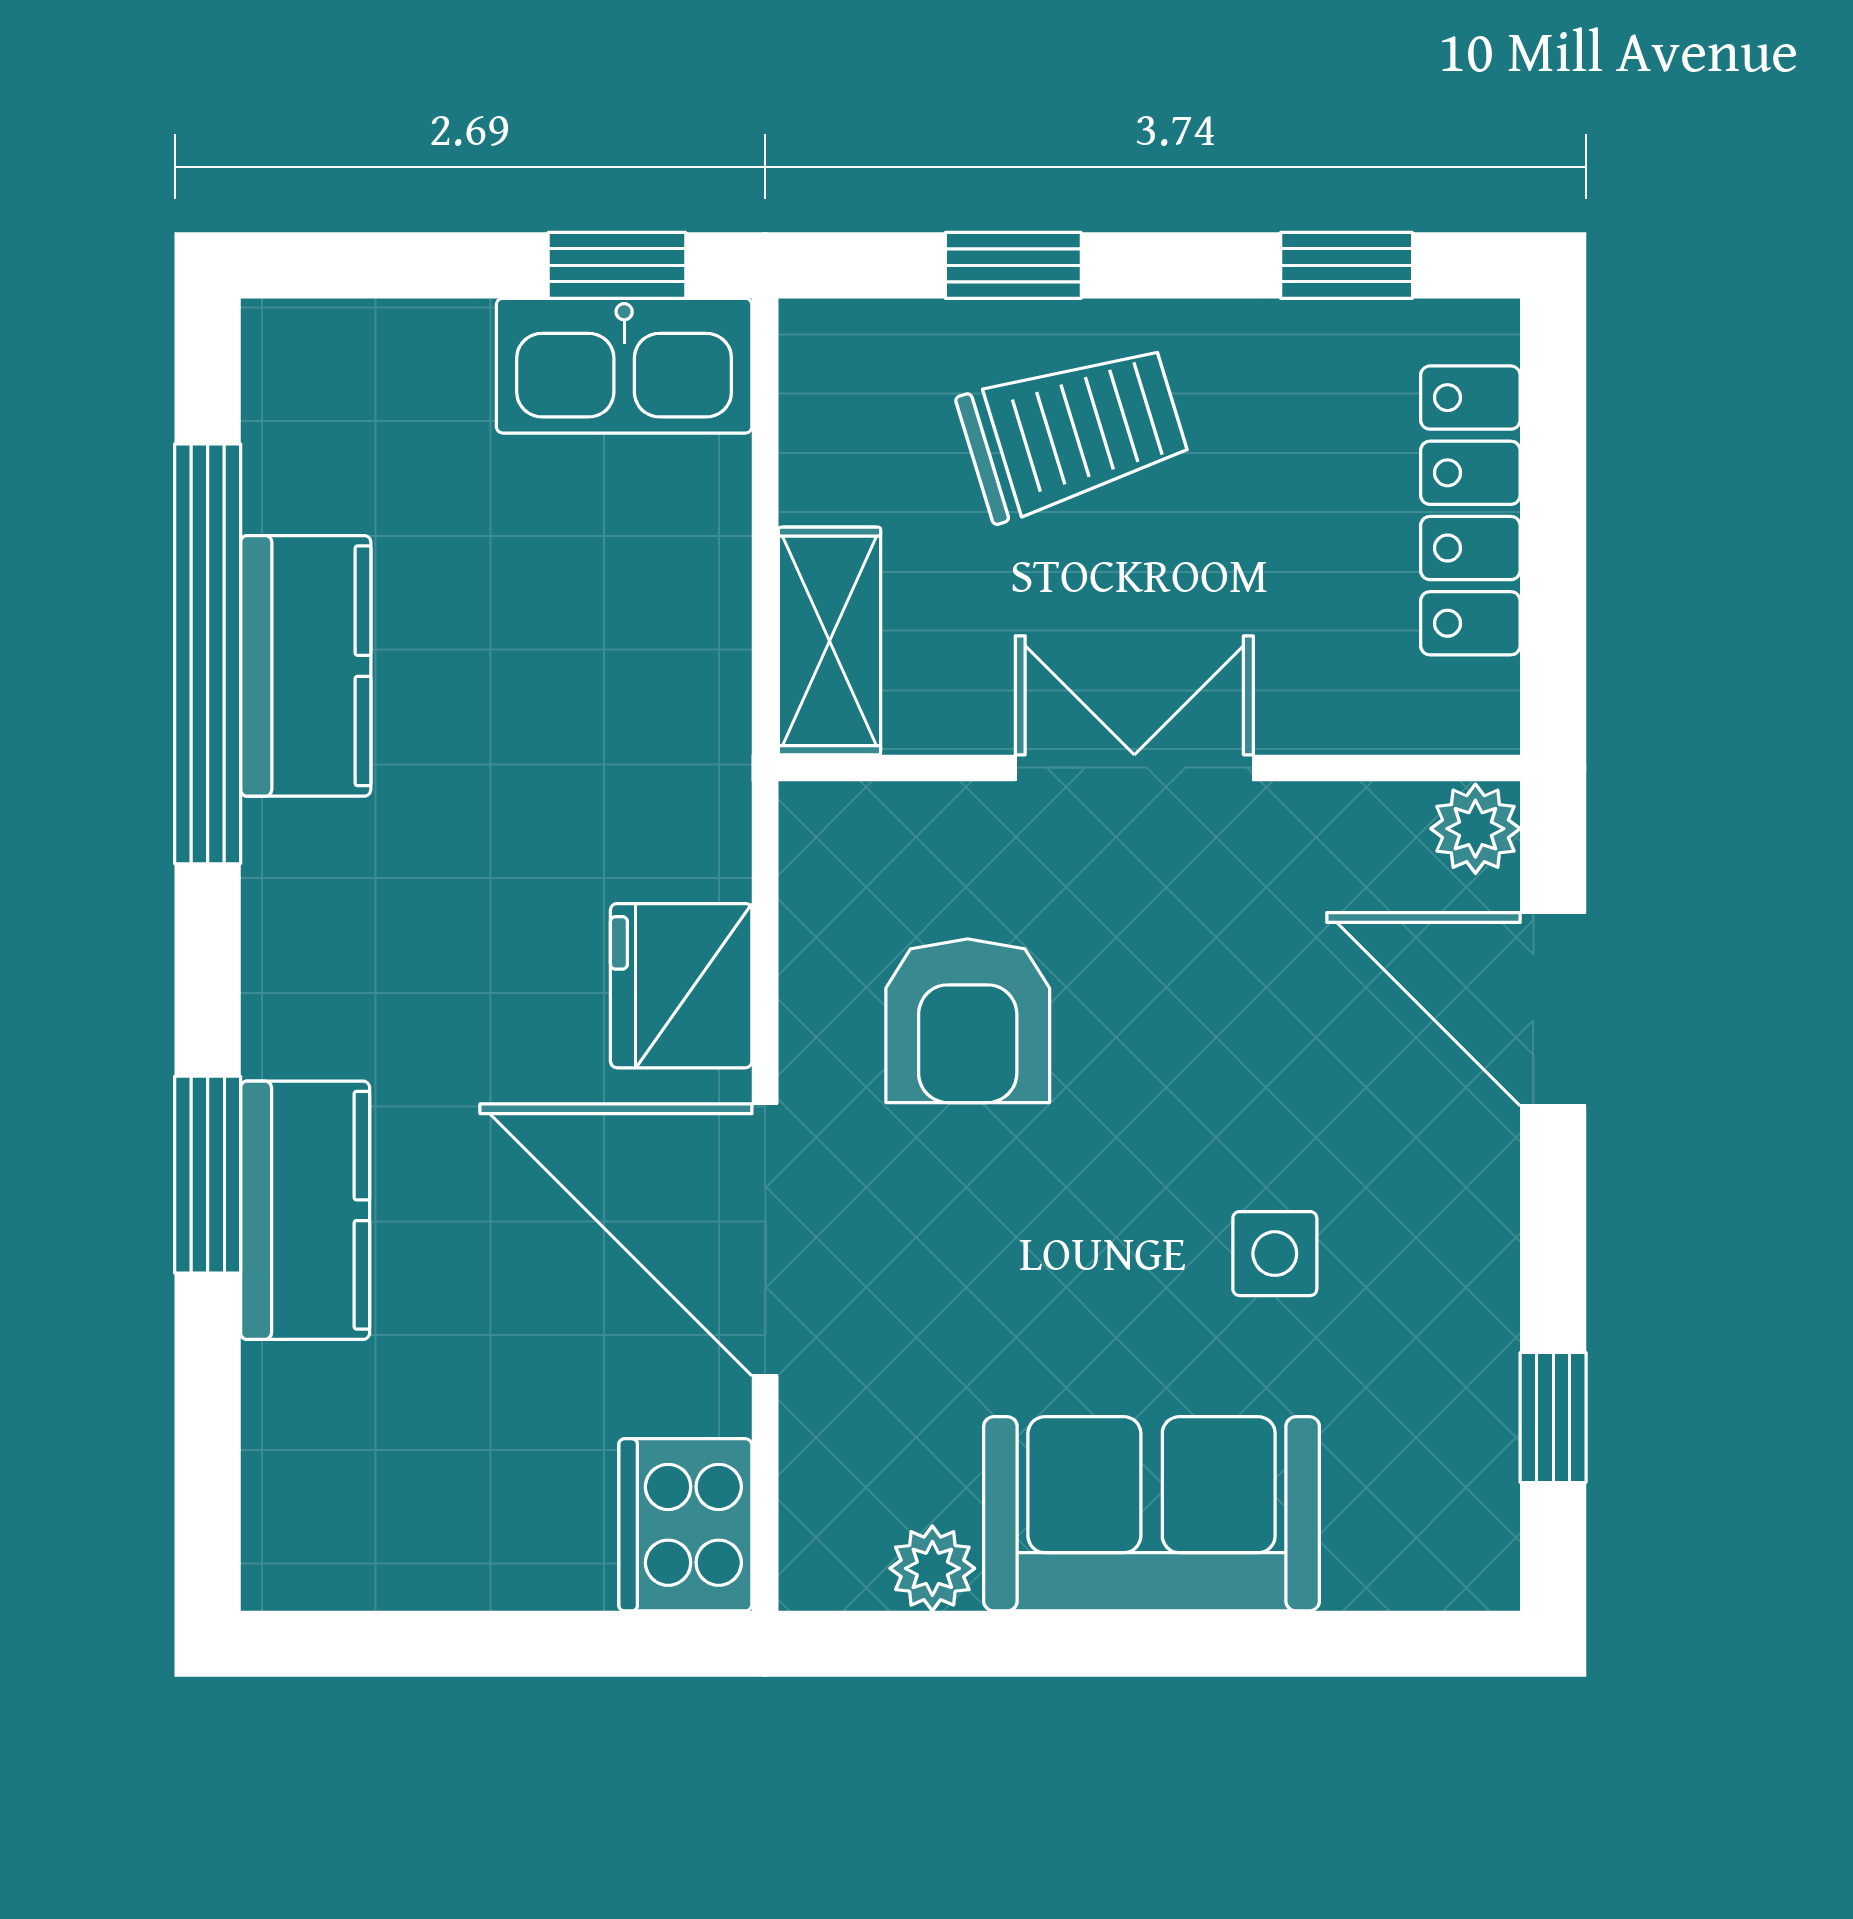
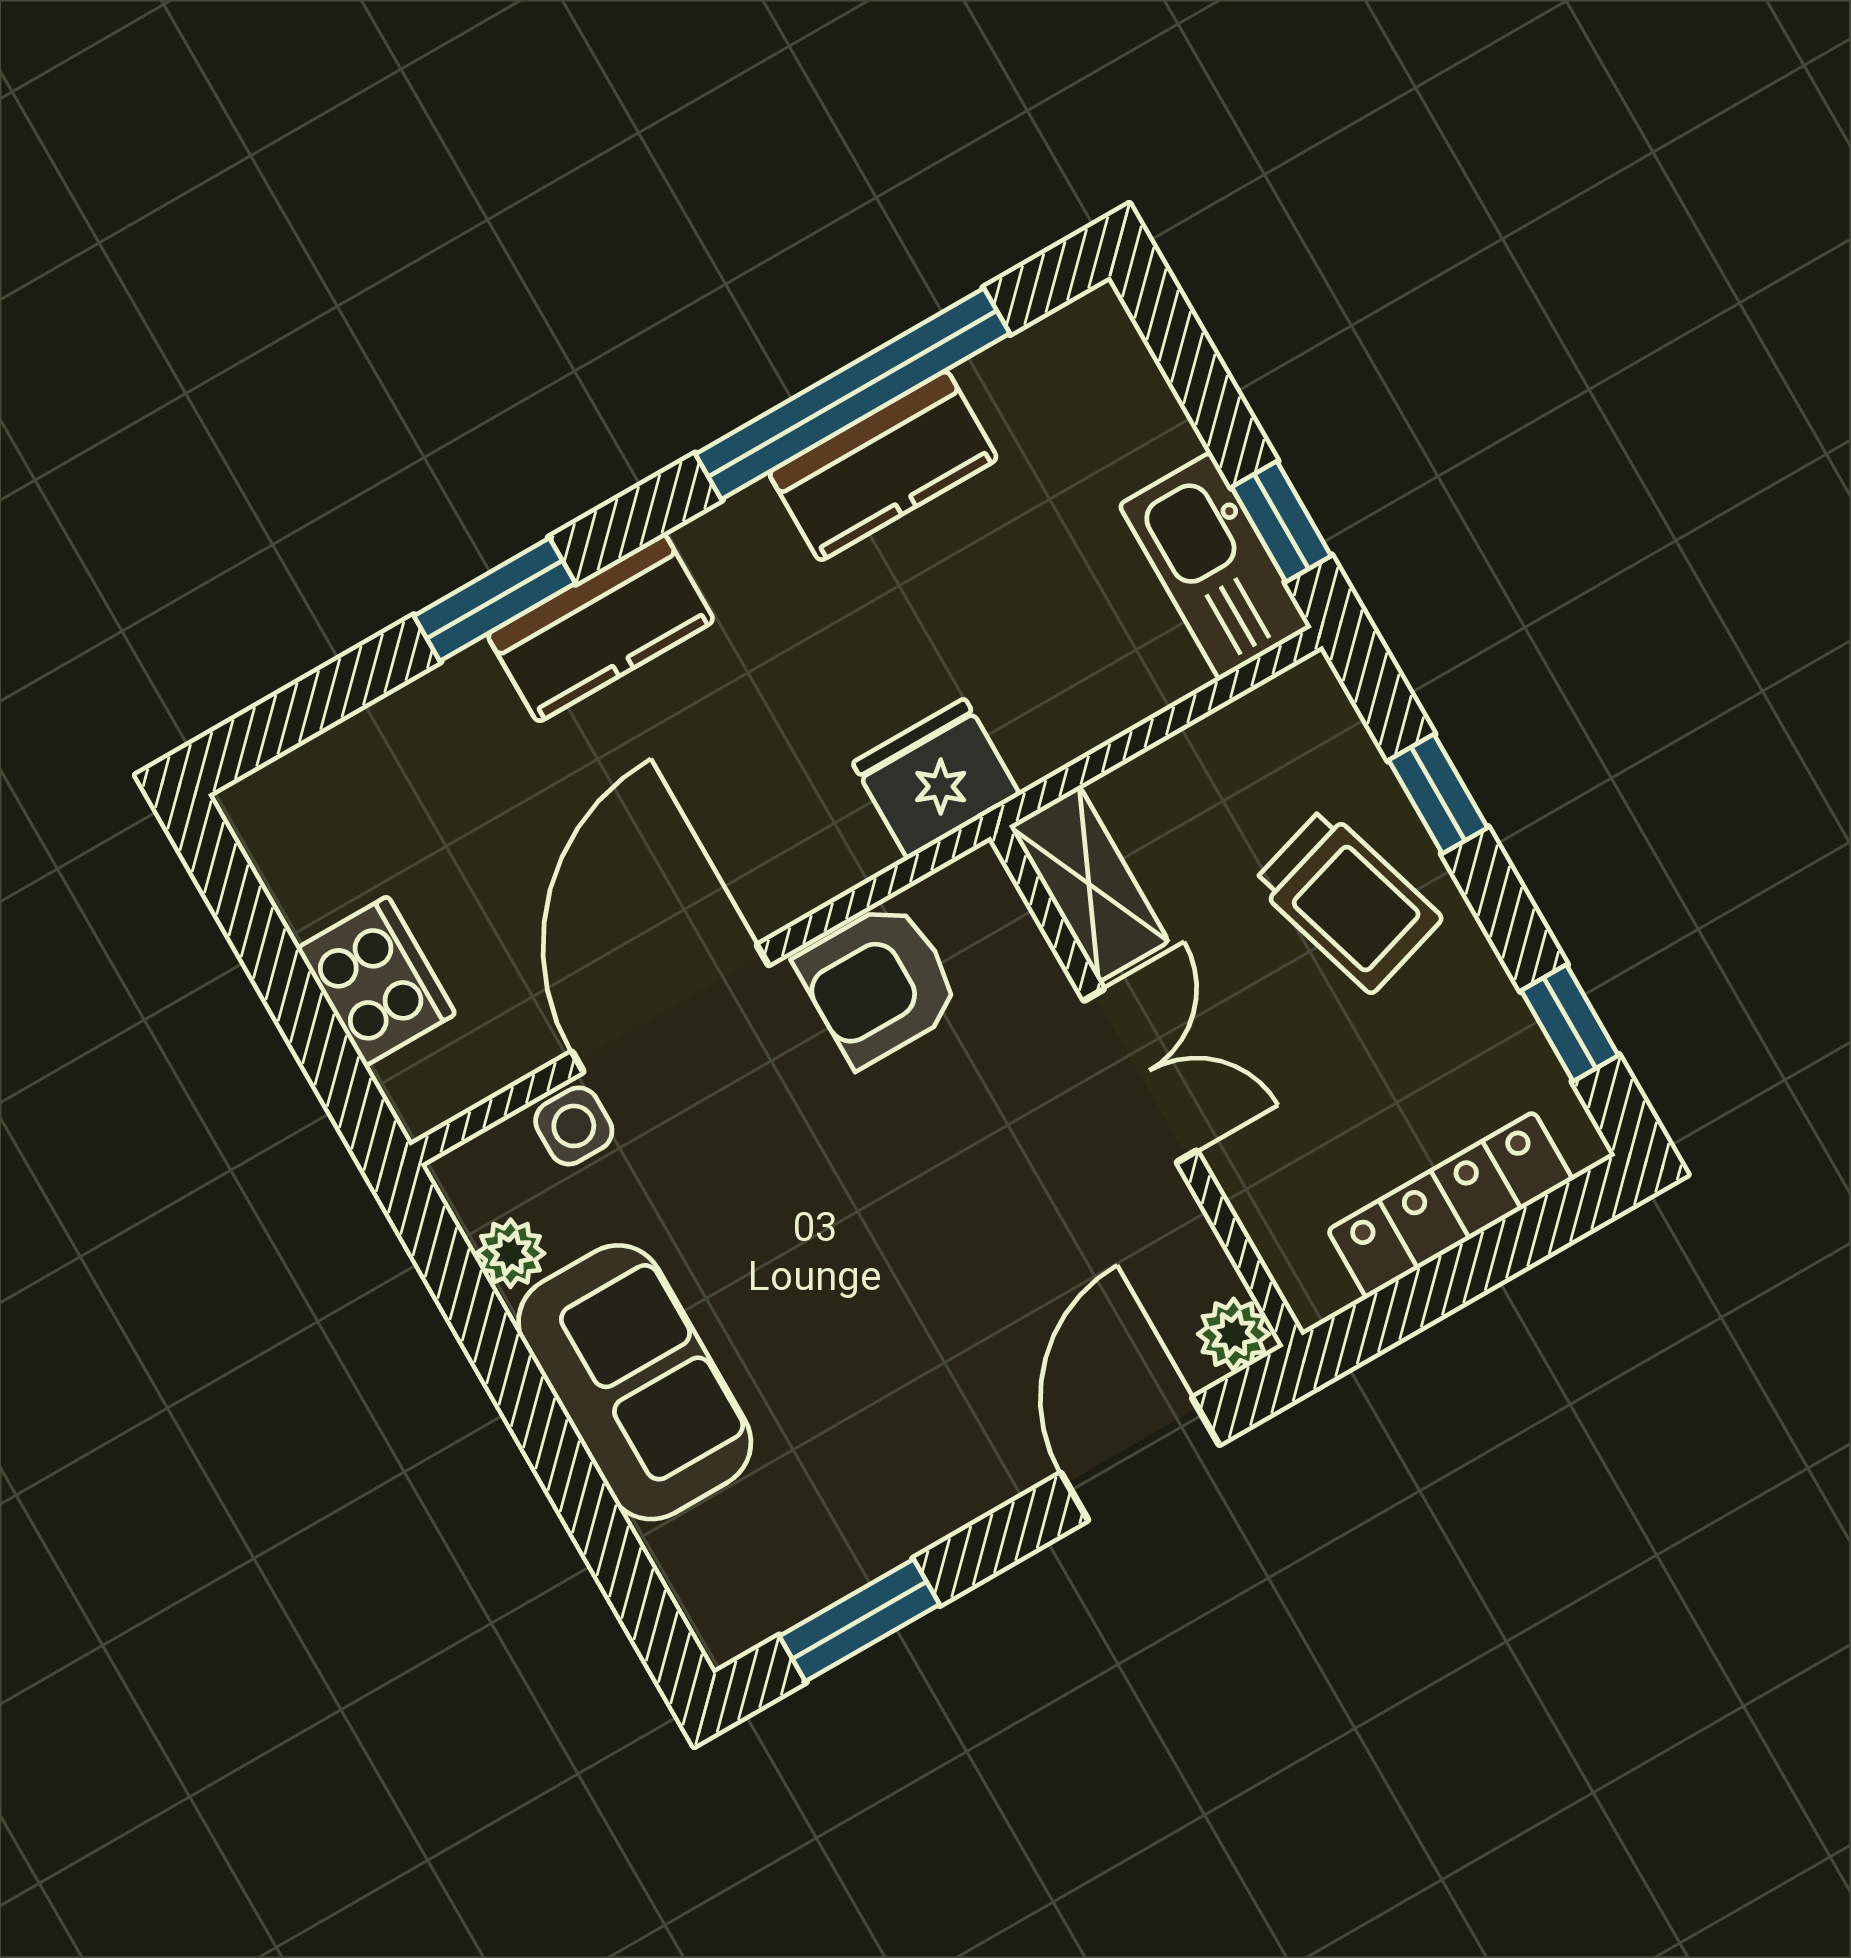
shelving: (830, 641) -> (1089, 884), moved, turned 90
fridge: (681, 986) -> (936, 779), moved
armchair: (968, 1021) -> (879, 984), moved
kitchen counter: (305, 1210) -> (601, 628), moved
side table: (1275, 1254) -> (574, 1126), moved
window: (1553, 1418) -> (860, 1620), width x1.50
cooker: (685, 1525) -> (376, 981), moved, turned 90

